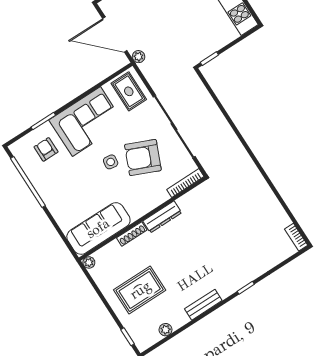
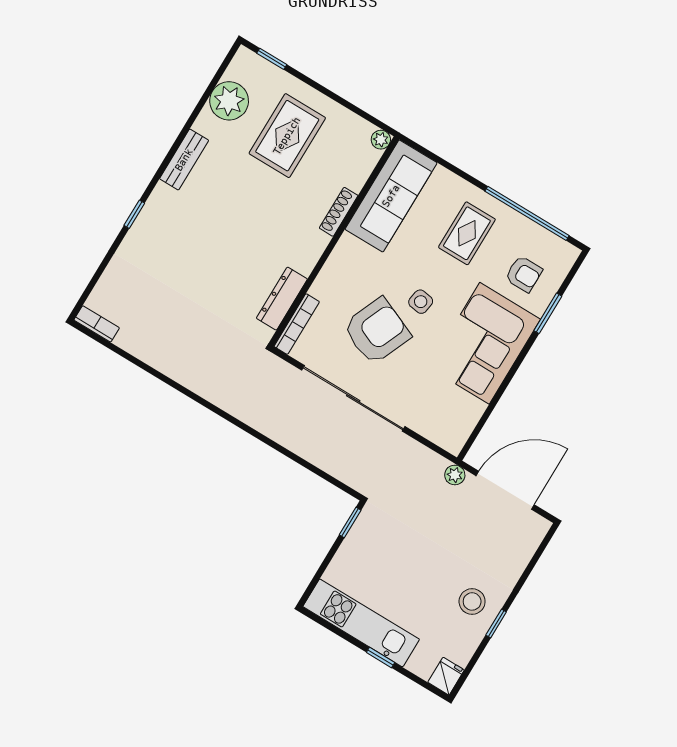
rug: (129, 91) -> (467, 233), moved, turned 90
dresser: (162, 217) -> (282, 299), moved
plant: (166, 330) -> (229, 101), width x1.88, depth x1.88

